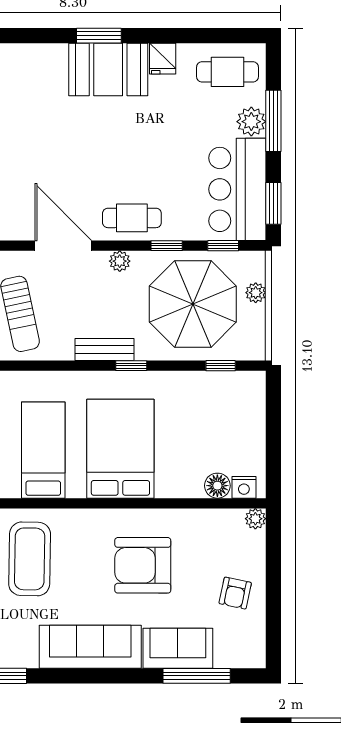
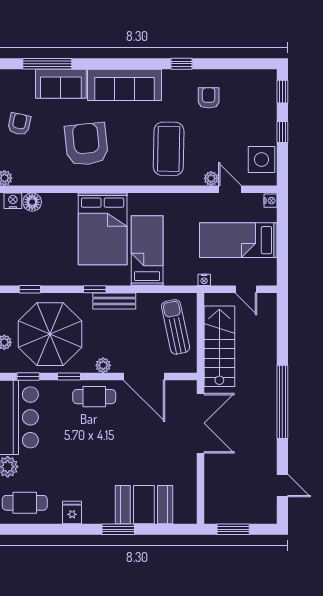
booth: (108, 69) -> (144, 505), moved
bed: (43, 450) -> (147, 251), moved, turned 180
armchair: (143, 565) -> (86, 144), turned -96

